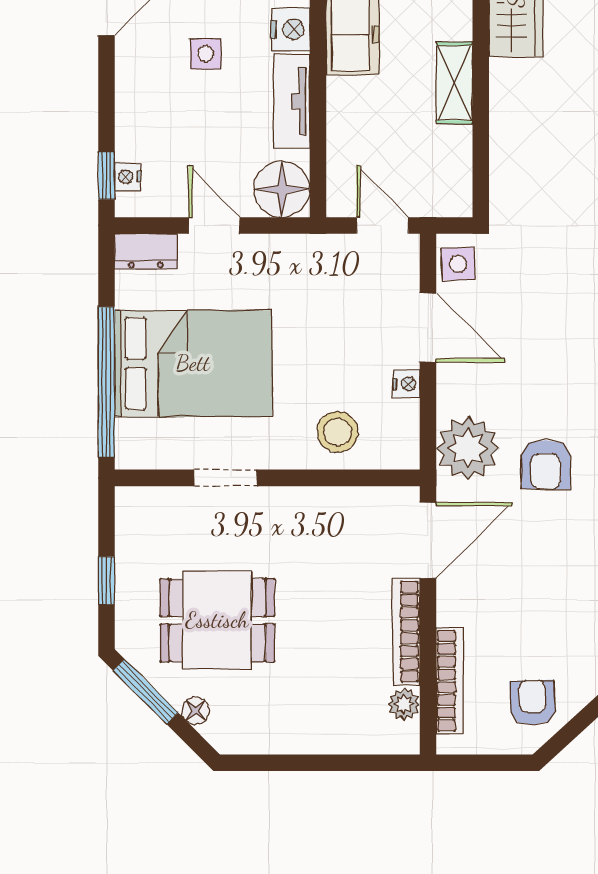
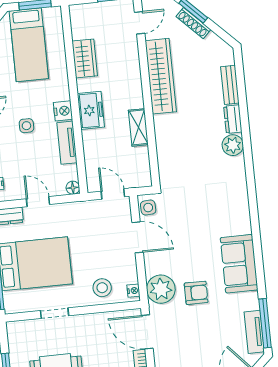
floor lamp: (282, 189) -> (73, 188), width x0.53, depth x0.53
nightstand: (407, 384) -> (133, 291), moved
armchair: (546, 465) -> (196, 293), turned -90
door: (428, 540) -> (147, 332), swing flipped

